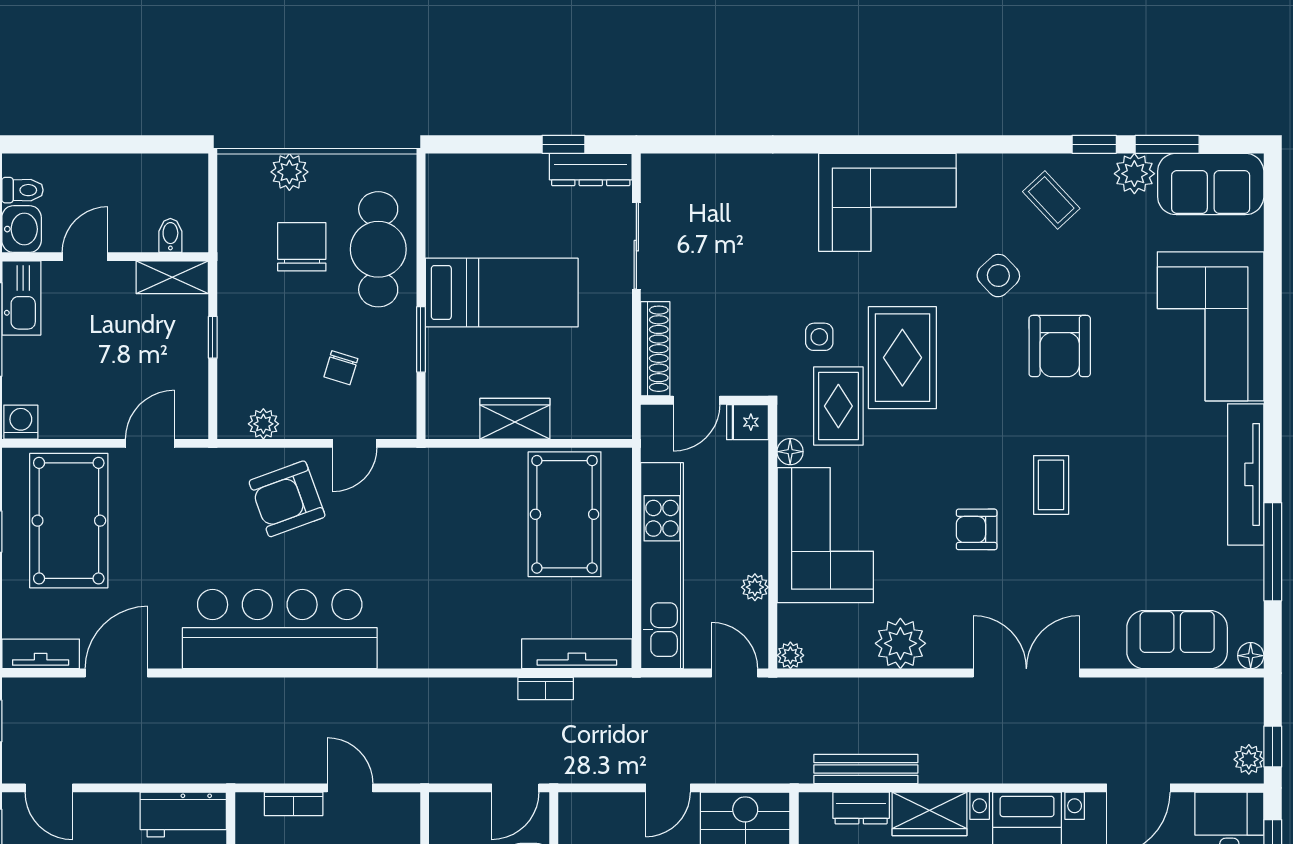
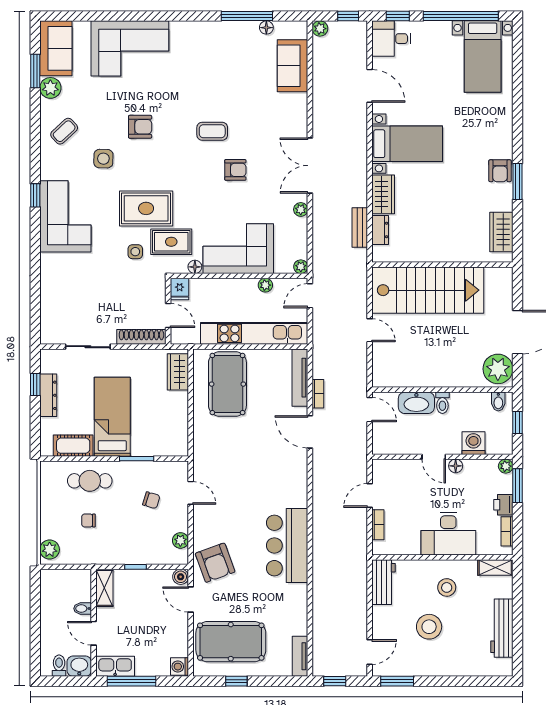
window: (1094, 144) -> (35, 195), moved
dresser: (591, 169) -> (48, 395), moved
plant: (289, 172) -> (50, 550), moved
cot: (446, 217) -> (73, 446), added
bidet: (170, 235) -> (83, 609), moved
chair: (302, 247) -> (88, 521), width x0.54, depth x0.54
cafe table: (378, 249) -> (90, 481), width x0.73, depth x0.74
side table: (998, 276) -> (103, 159), turned 45
armchair: (1060, 346) -> (140, 127), width x0.72, depth x0.72
wardrobe: (515, 419) -> (178, 372), moved
boiler: (194, 424) -> (181, 577), added
tv unit: (1246, 474) -> (207, 30), removed
armchair: (287, 499) -> (215, 563), moved
pool table: (565, 514) -> (227, 384), turned 90
armchair: (977, 529) -> (235, 170), turned -90
bar counter: (280, 629) -> (287, 545), width x0.73
plant: (900, 643) -> (301, 209), width x0.53, depth x0.53
floor lamp: (1251, 656) -> (266, 28), moved
door: (116, 673) -> (310, 432), moved
double door: (1026, 673) -> (310, 166), moved
plant: (1249, 759) -> (320, 29), moved
bench: (866, 769) -> (360, 227), width x0.73

